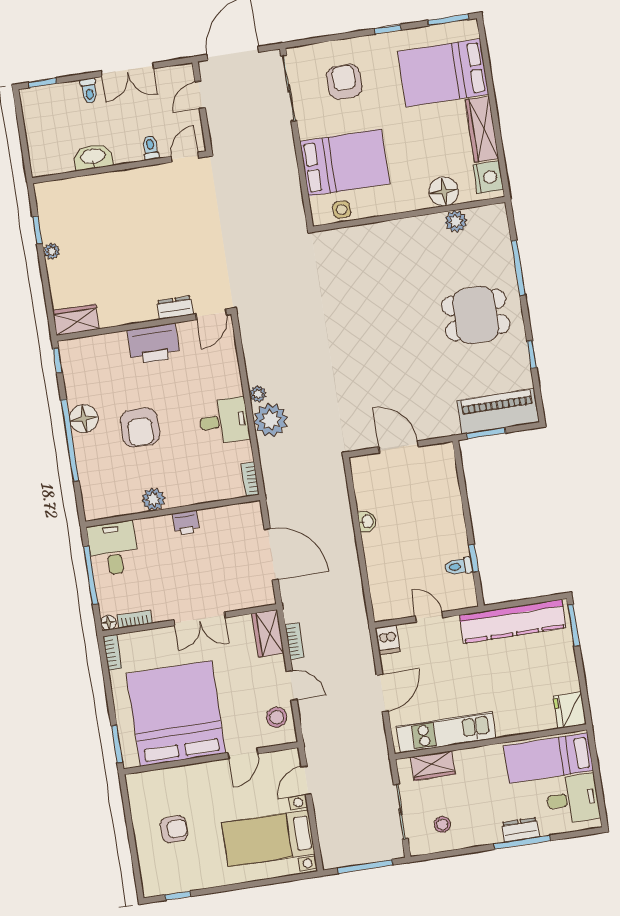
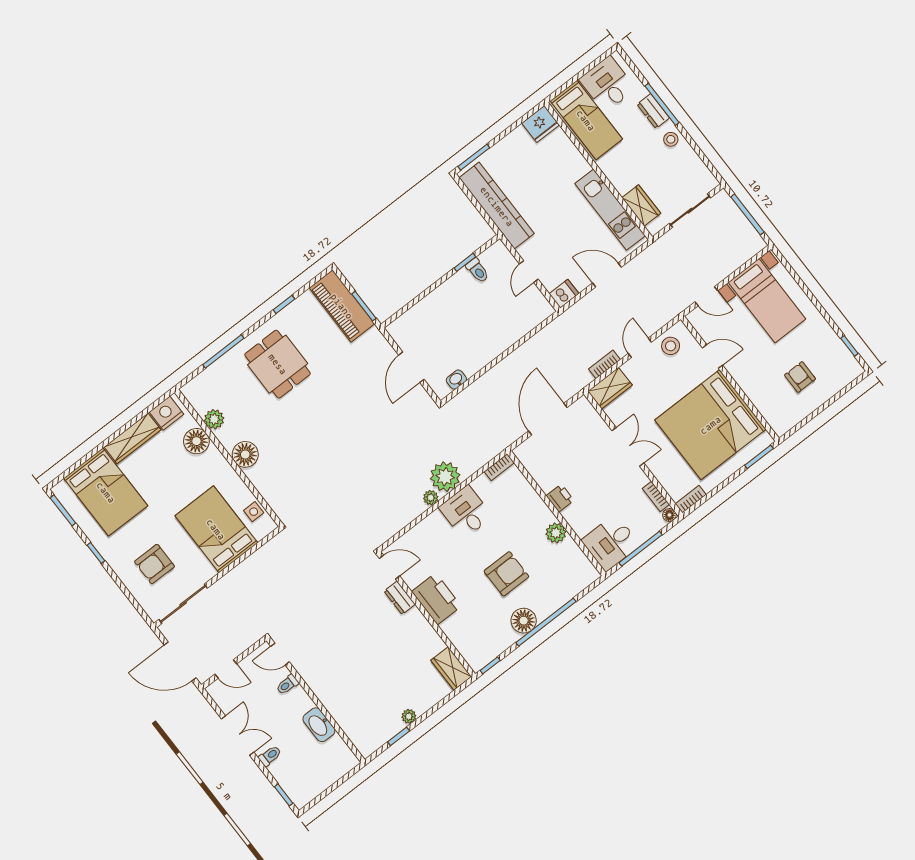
floor lamp: (403, 233) -> (245, 454), added
washbasin: (367, 521) -> (456, 380), moved
stool: (442, 824) -> (671, 139), moved

